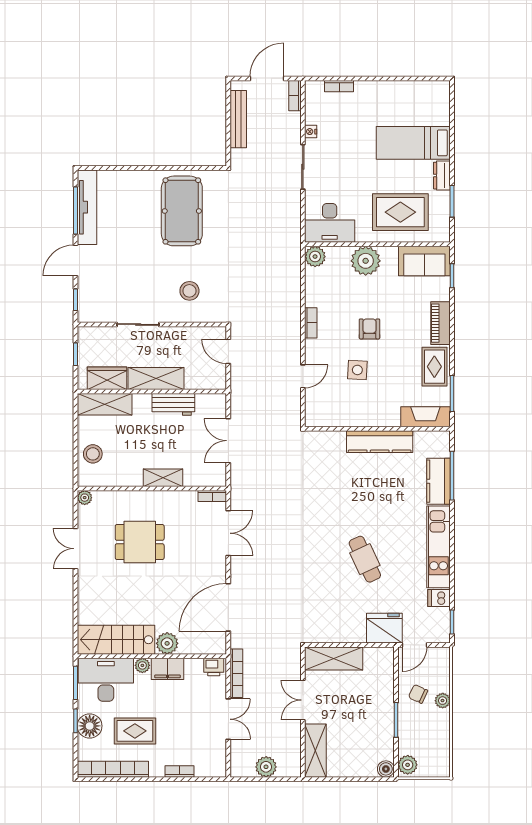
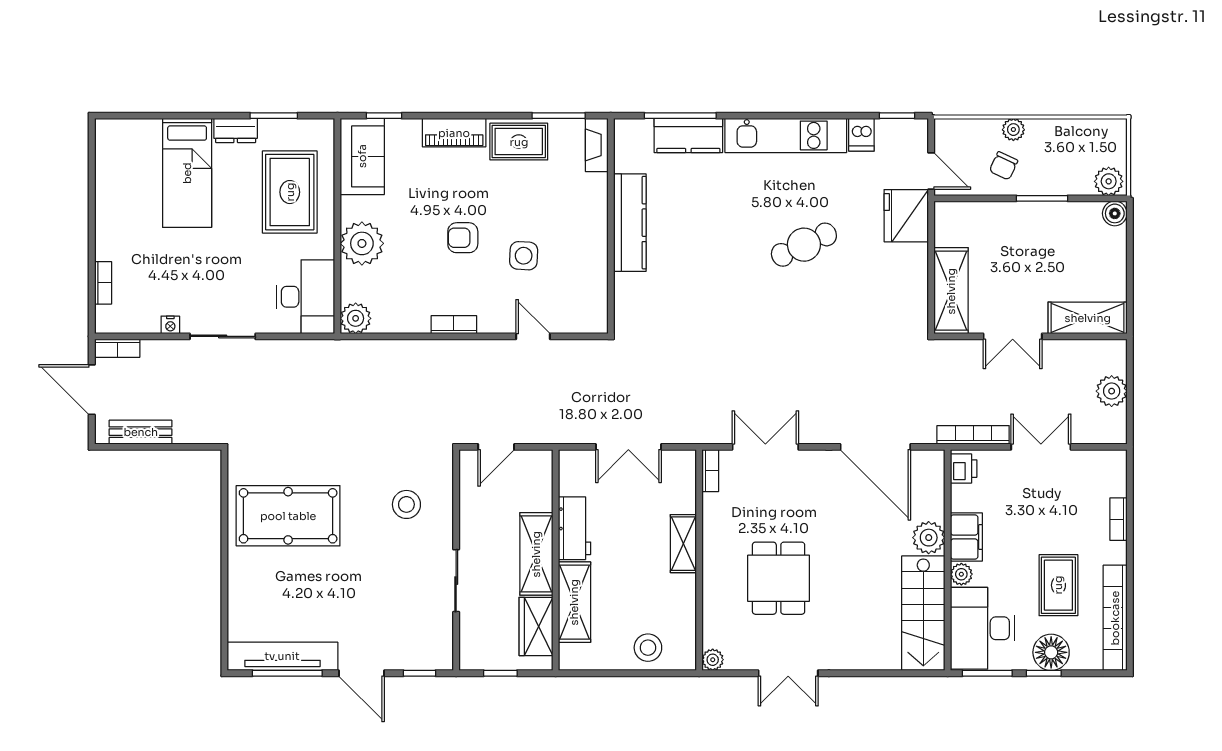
bench: (238, 119) -> (141, 432), width x0.73
shelving: (105, 404) -> (574, 602), moved
fireplace: (425, 417) -> (597, 145), width x0.73, depth x0.76

